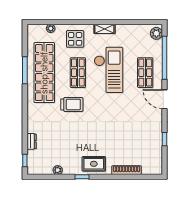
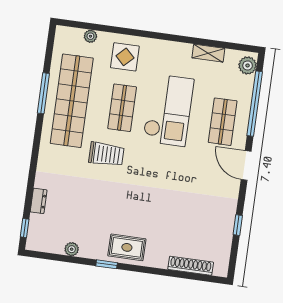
shelving: (104, 29) -> (208, 53), moved
shoe rack: (127, 170) -> (191, 266), moved

